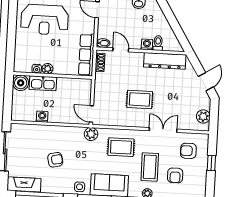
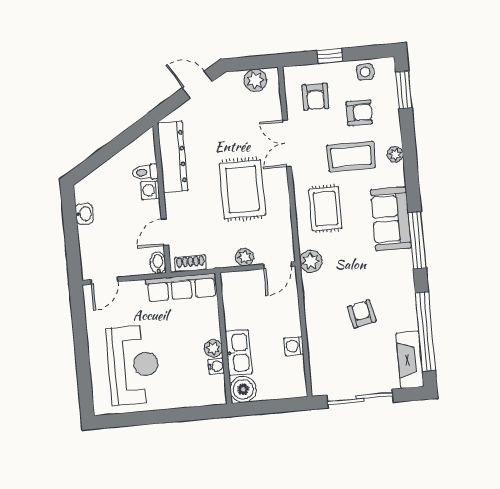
plant: (99, 95) -> (245, 257), added
rug: (140, 99) -> (242, 189), width x1.36, depth x1.43
side table: (80, 187) -> (365, 72), moved

